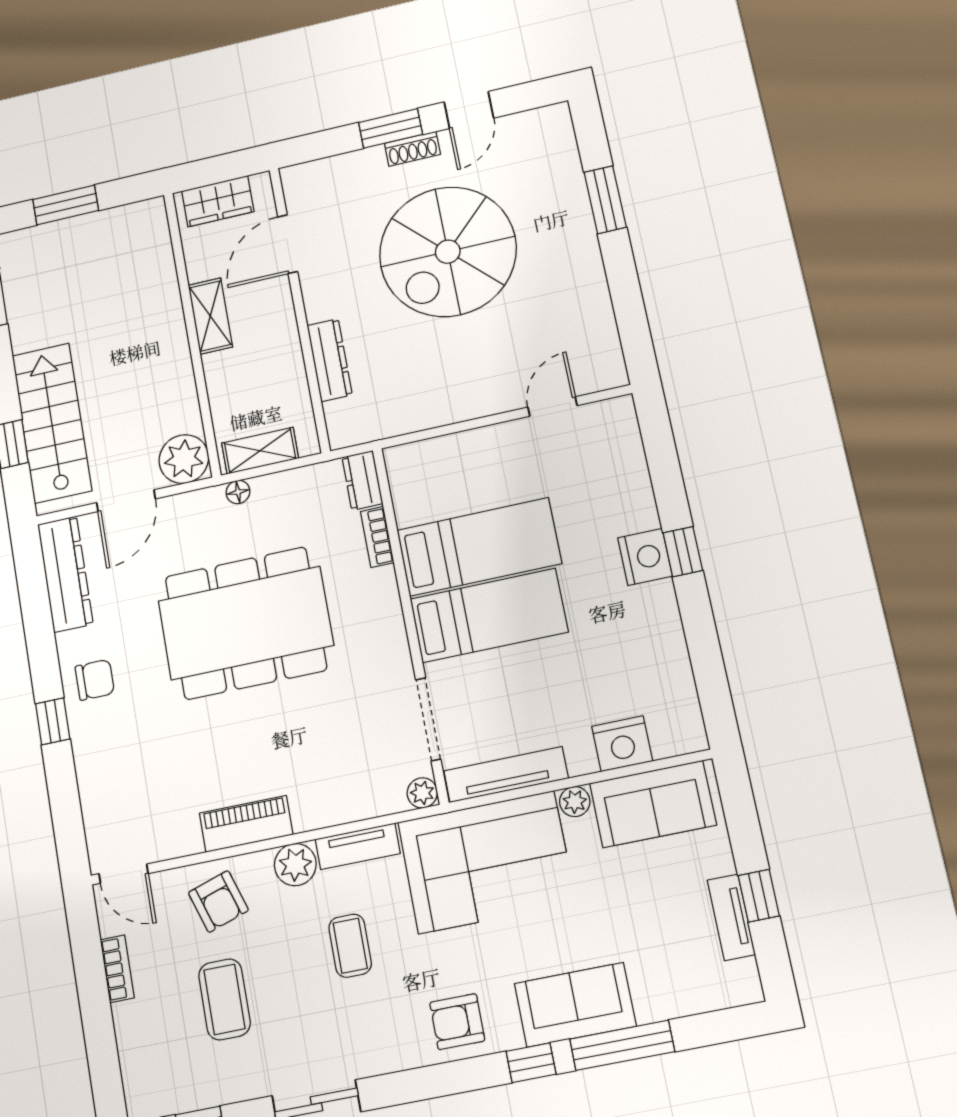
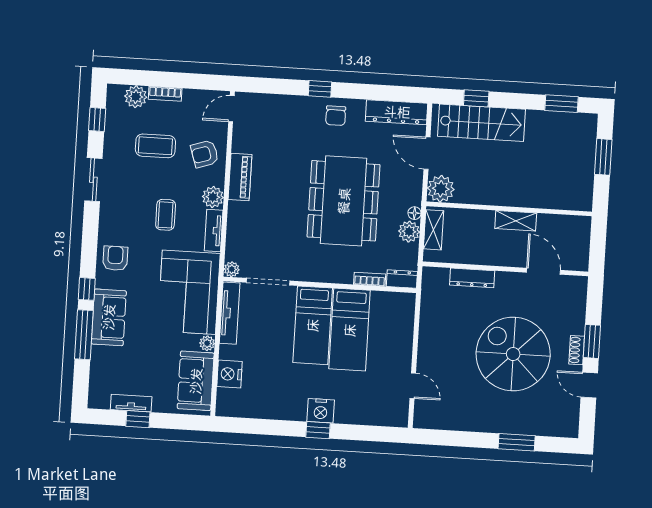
wardrobe: (218, 201) -> (579, 240), removed
plant: (273, 492) -> (409, 232), added
coffee table: (350, 946) -> (166, 215), turned 90
bookcase: (117, 969) -> (165, 94), moved
plant: (141, 1062) -> (136, 97), added

